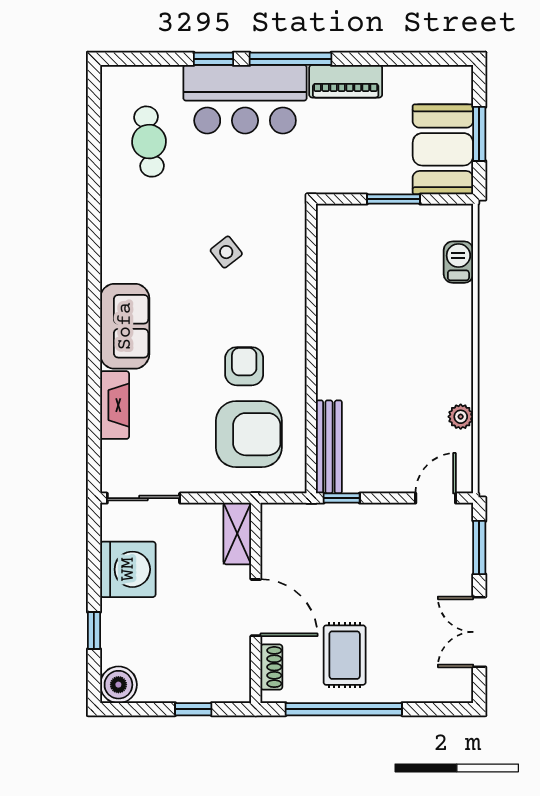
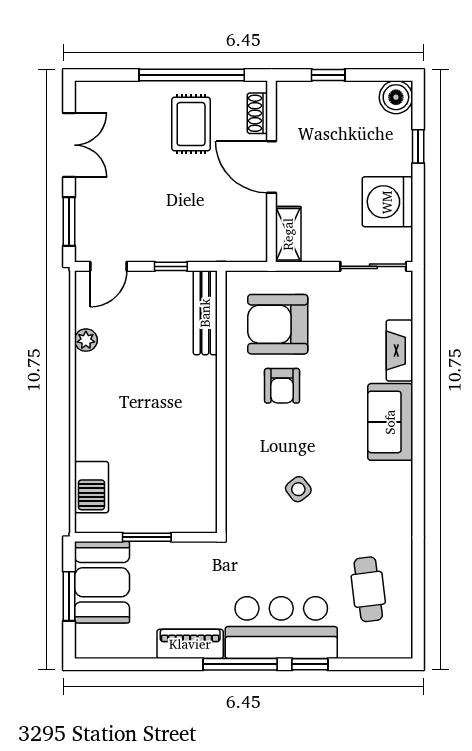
barbecue: (458, 262) -> (91, 487), width x1.38, depth x1.27
window: (342, 498) -> (171, 266), moved

